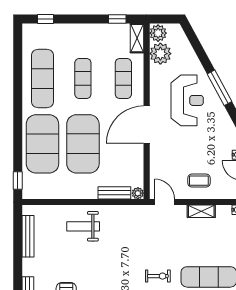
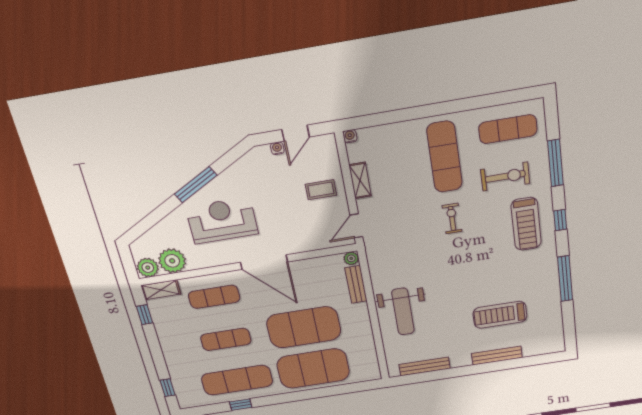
window: (18, 181) -> (241, 405), moved
coffee table: (199, 181) -> (321, 190), turned 90
weight bench: (83, 226) -> (403, 312), width x1.36, depth x1.33

